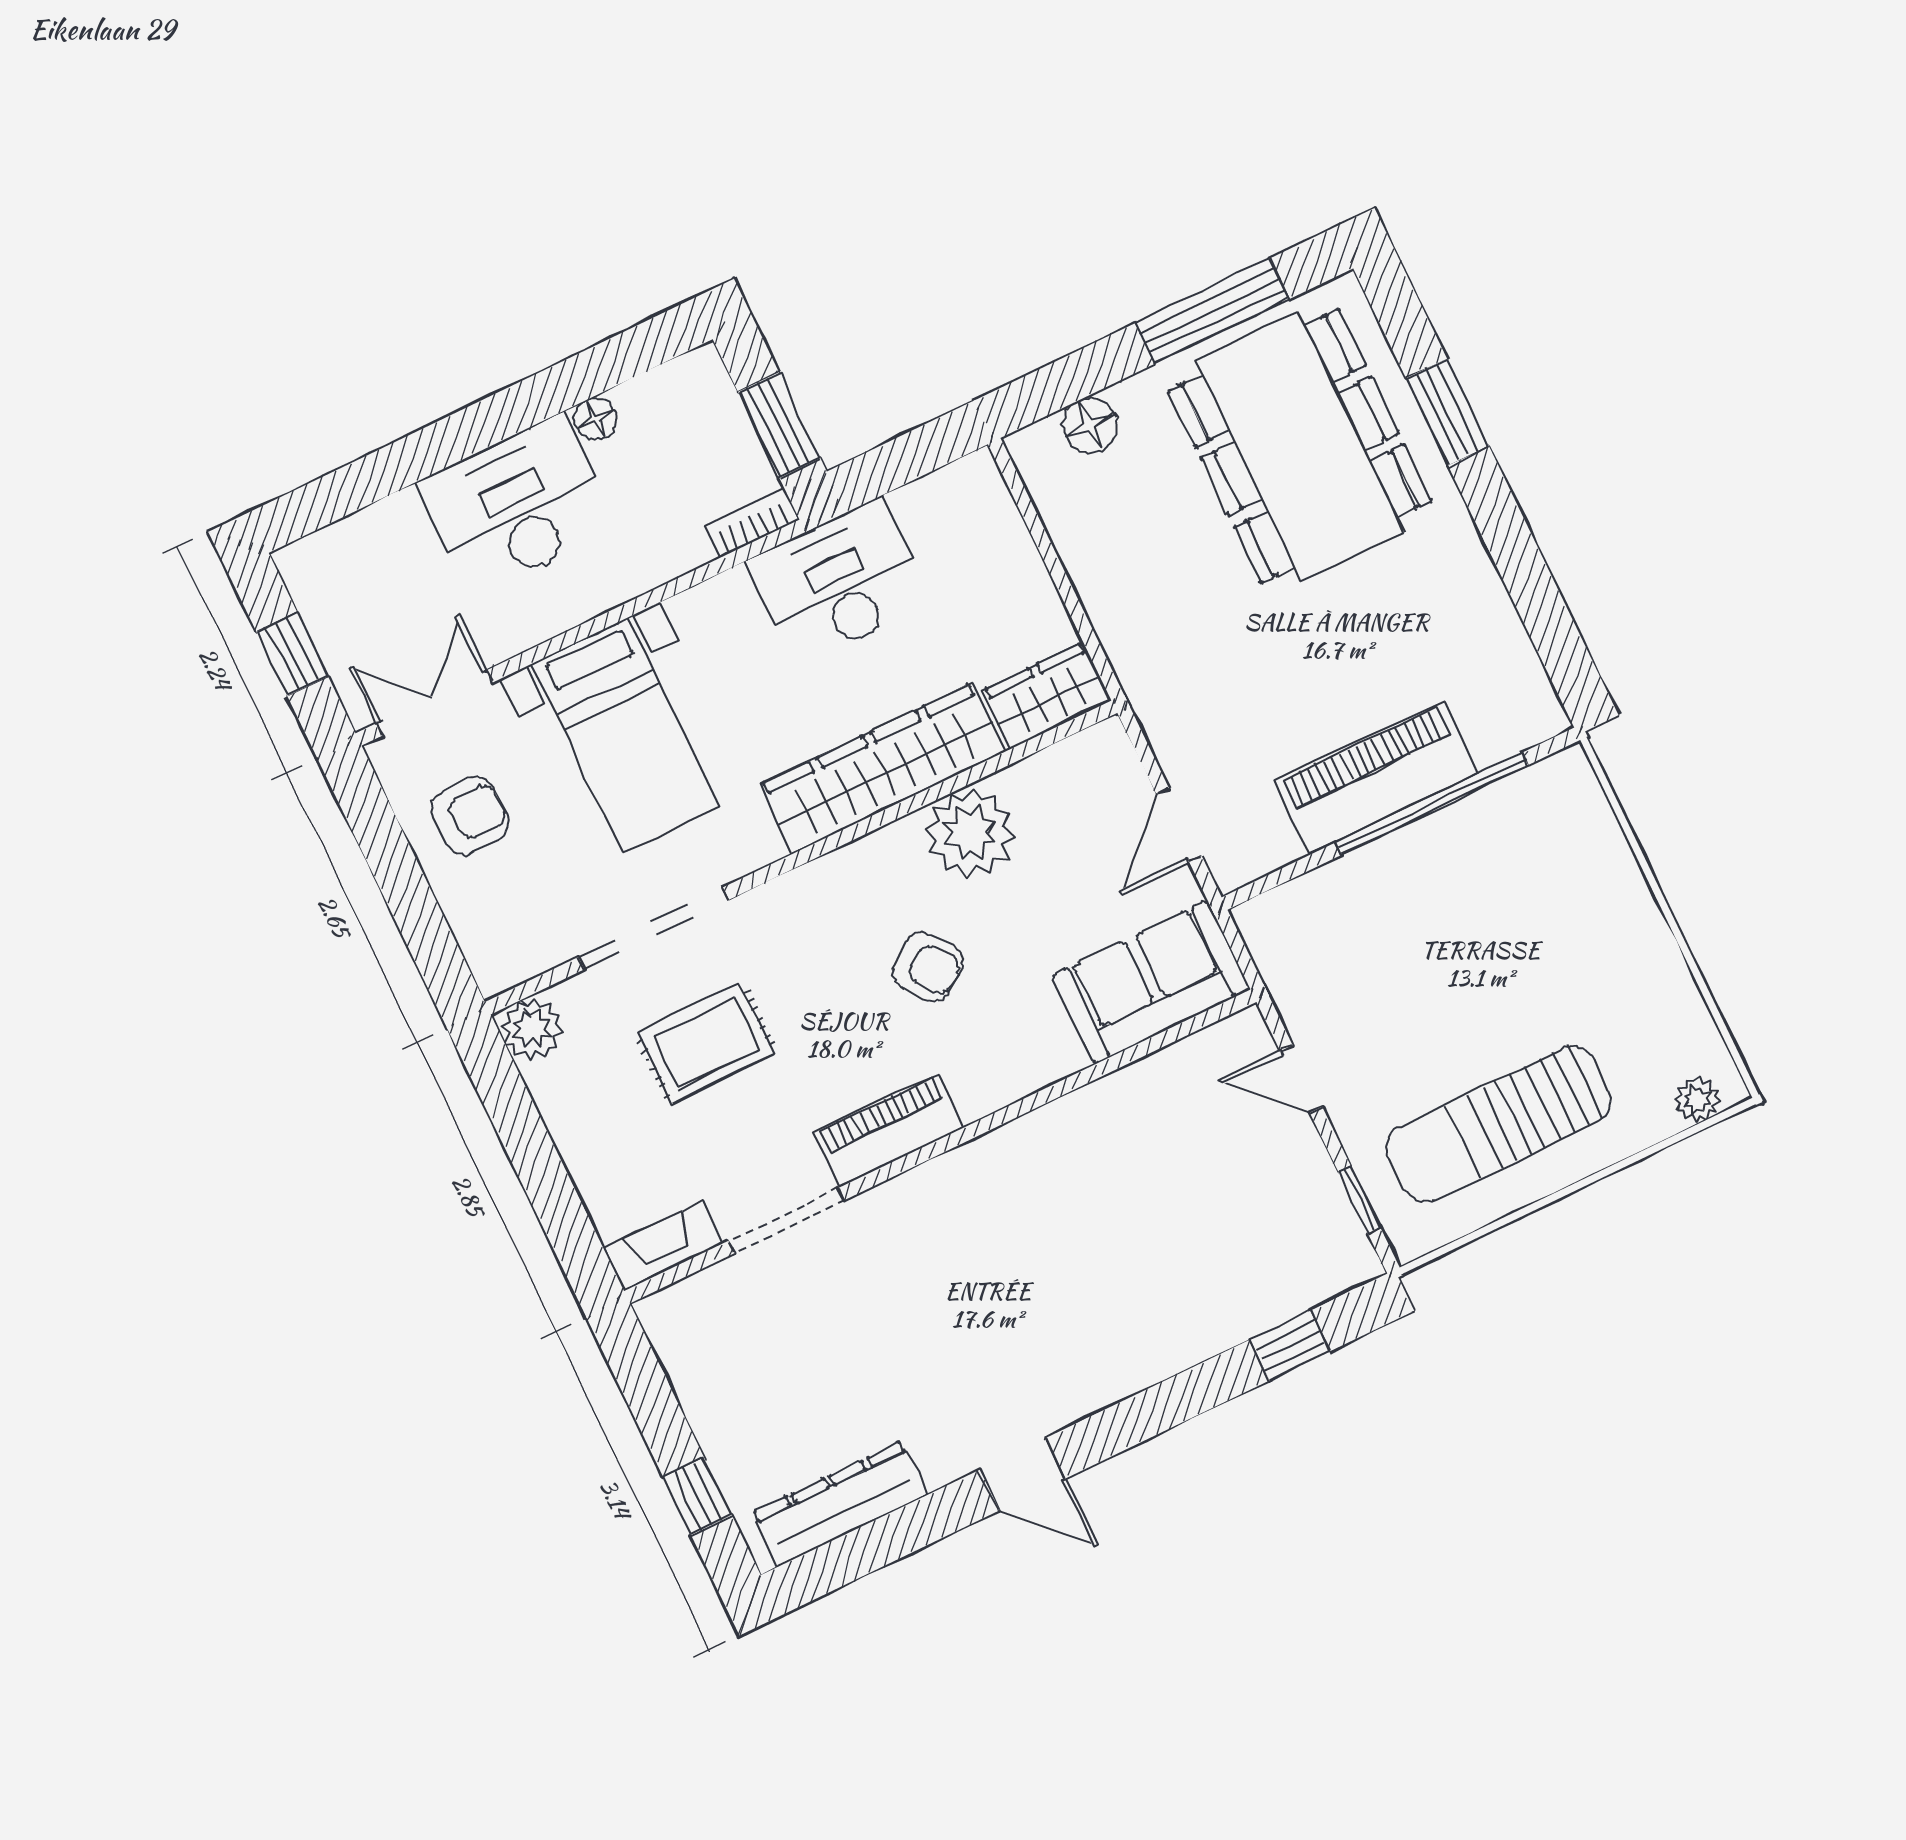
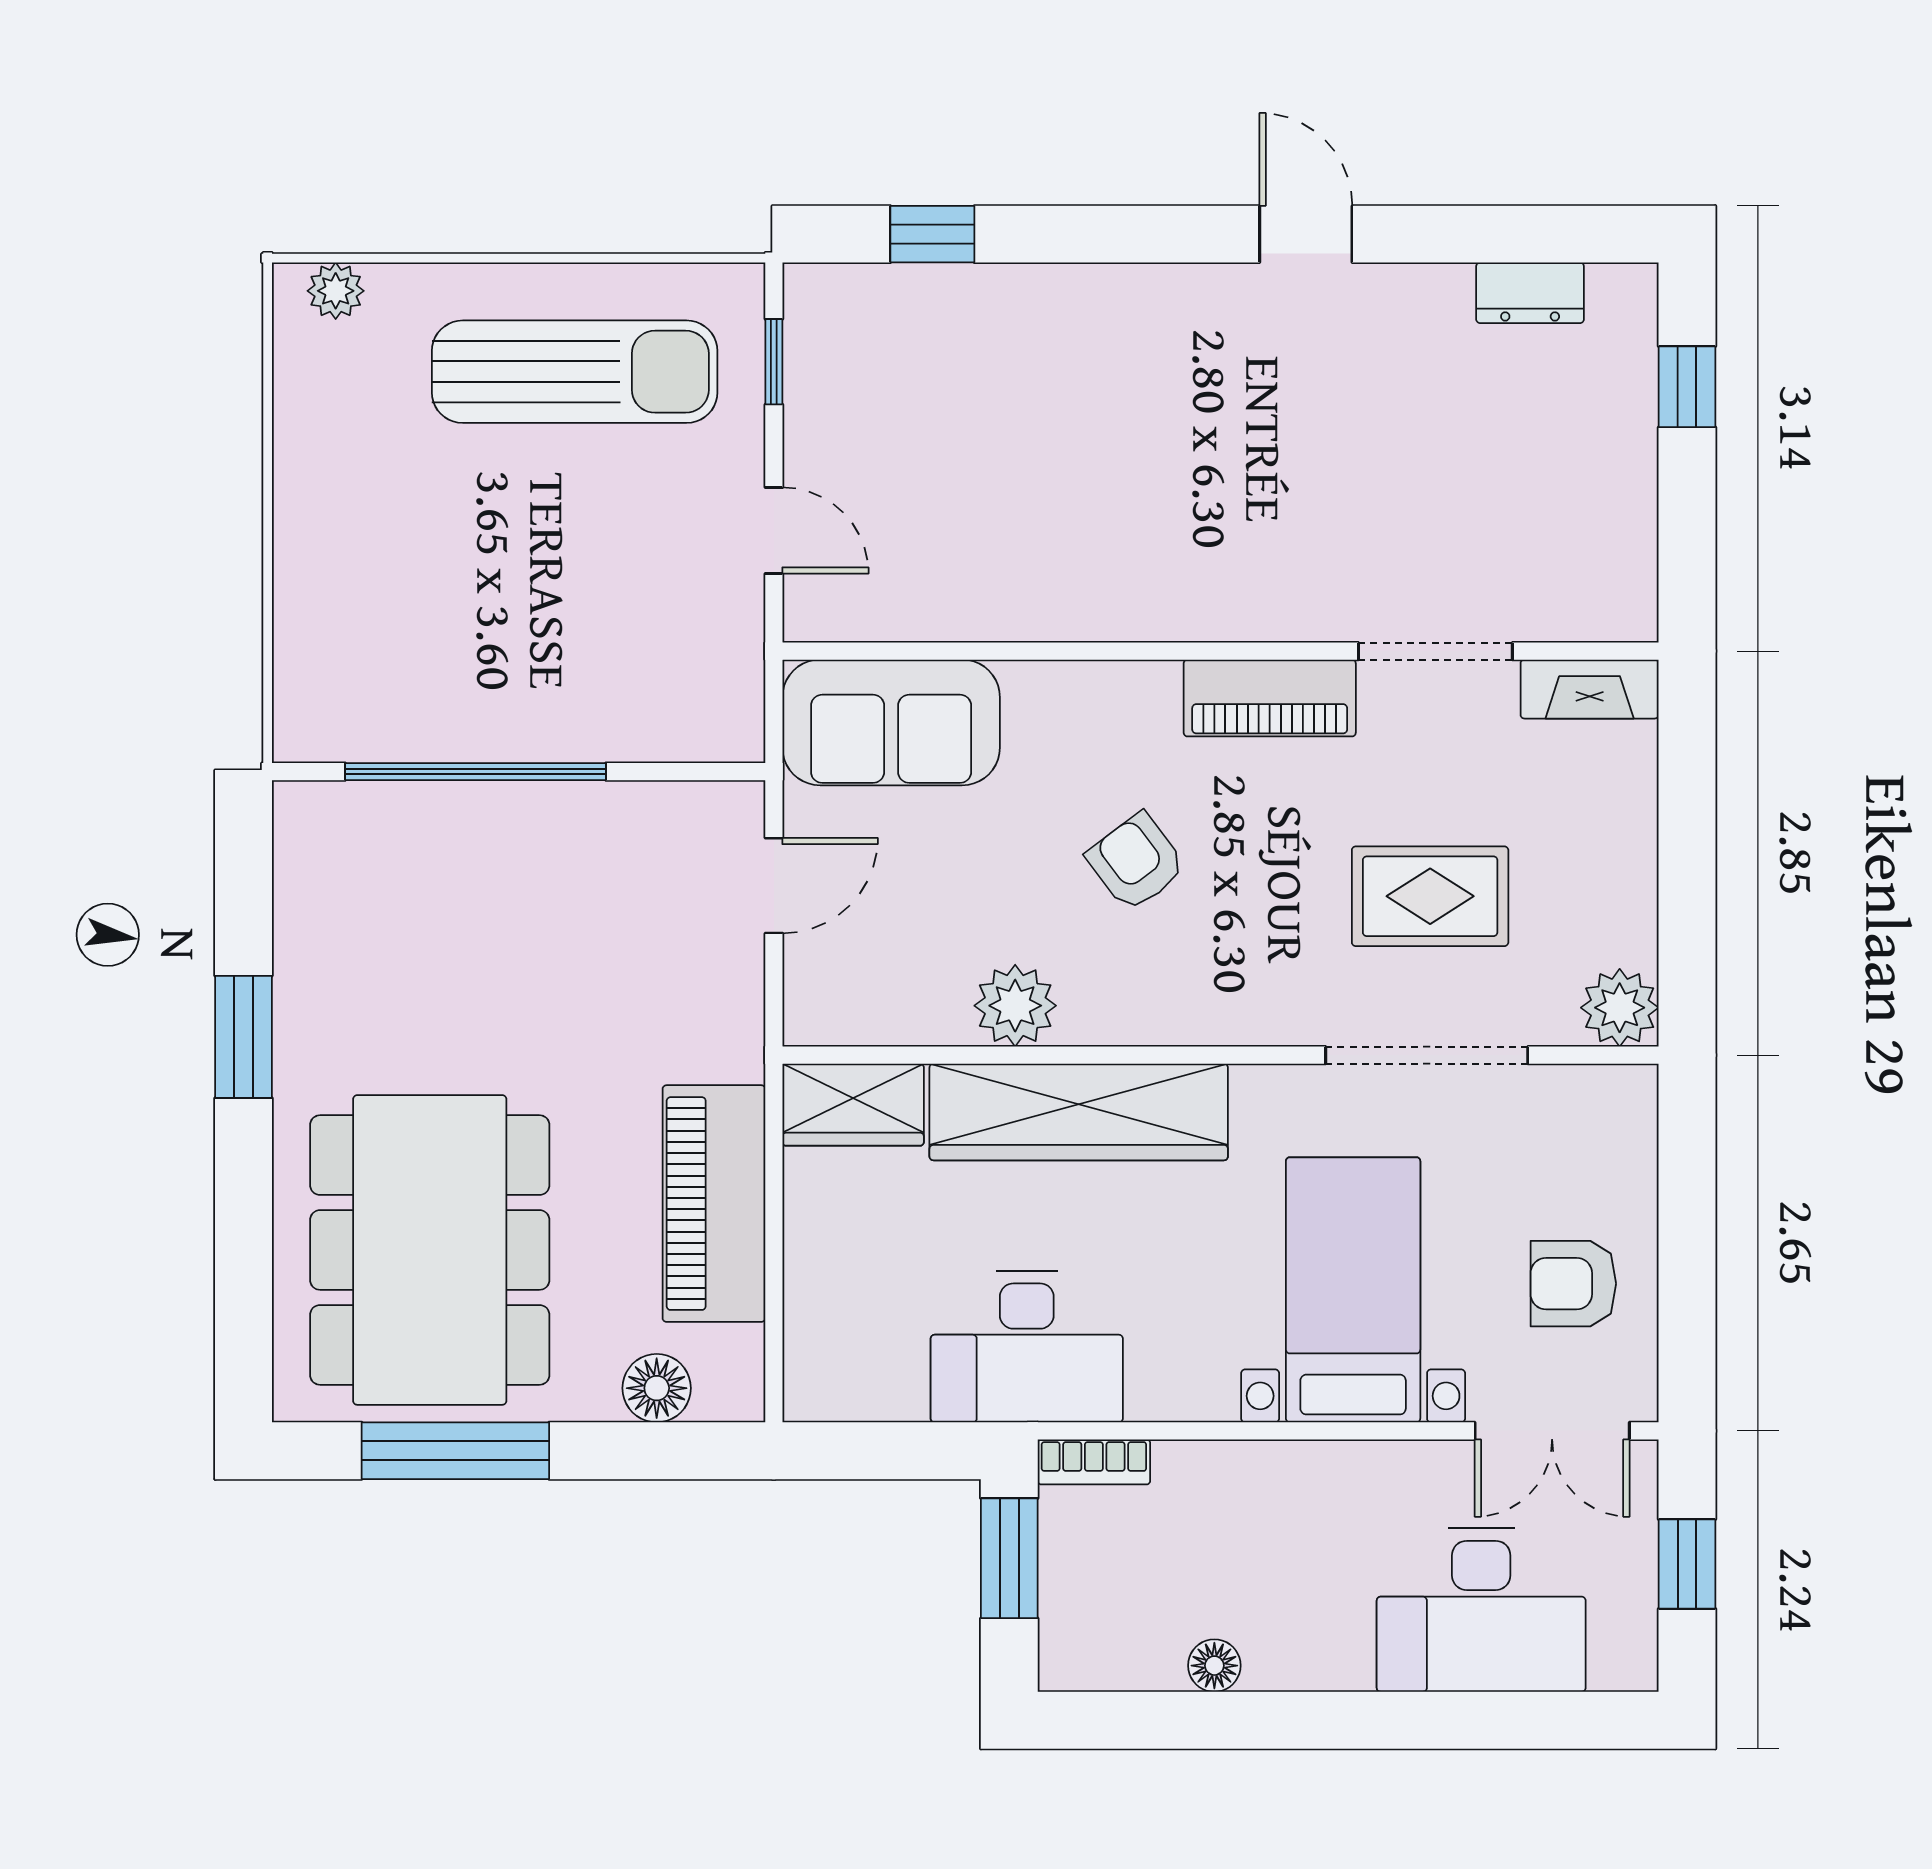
window: (1447, 412) -> (244, 1037), moved
desk: (517, 506) -> (1481, 1610), moved
piano: (1376, 778) -> (714, 1204), moved, turned 90
plant: (970, 833) -> (1015, 1006), width x0.73, depth x0.73
dresser: (840, 1504) -> (1530, 293), width x0.51, depth x0.80

